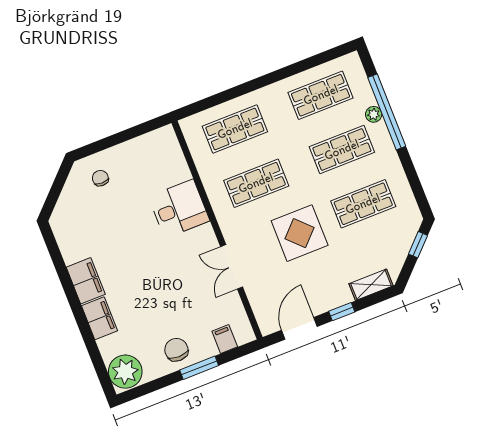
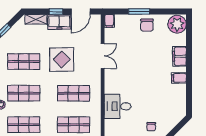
desk: (179, 209) -> (118, 106), moved
filing cabinet: (86, 281) -> (179, 78), width x0.50
freezer: (329, 296) -> (59, 22), added
filing cabinet: (225, 339) -> (109, 21), moved

